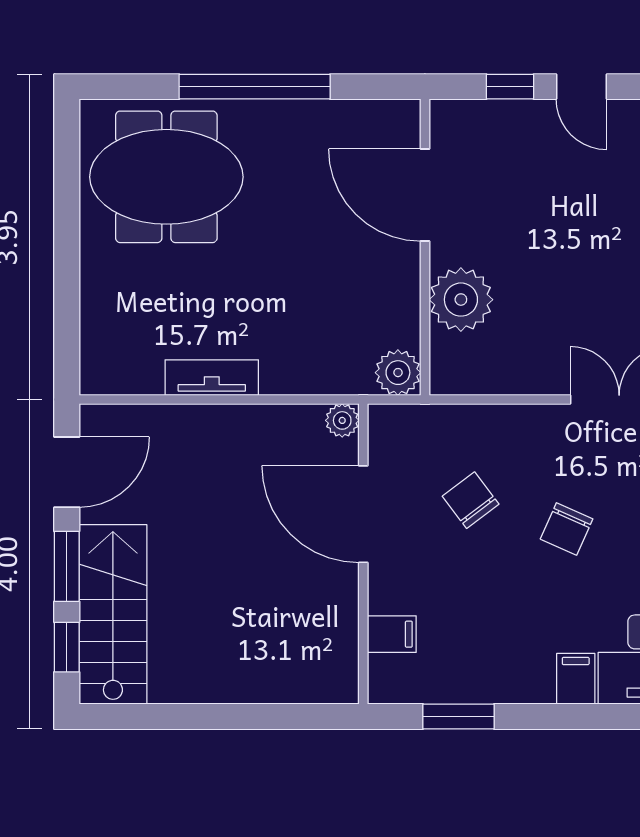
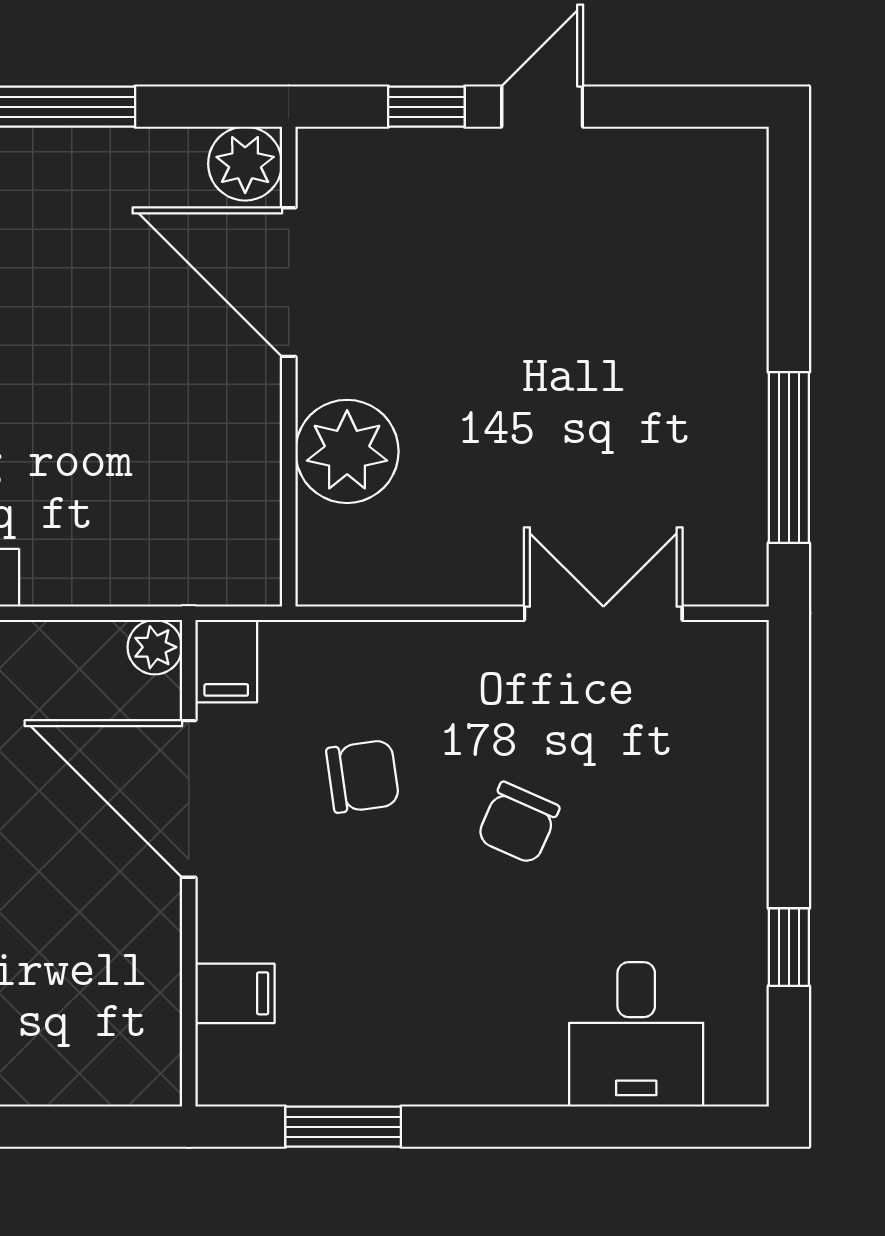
door: (581, 87) -> (542, 107), swing flipped
plant: (398, 373) -> (245, 164), moved
chair: (471, 500) -> (363, 776), turned 119
filing cabinet: (576, 679) -> (226, 661), moved, turned 180

